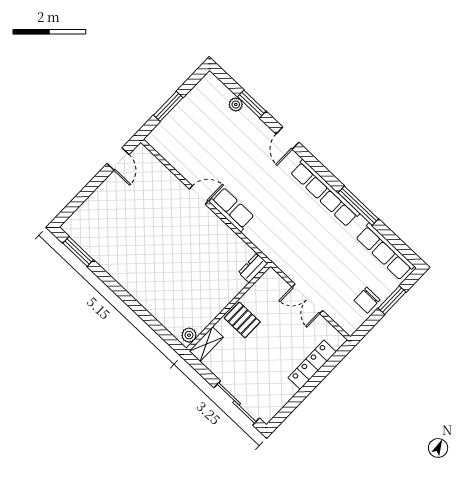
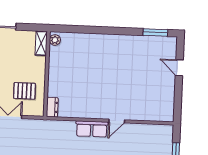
door: (118, 159) -> (179, 68), moved
pallet: (242, 320) -> (24, 91), moved

